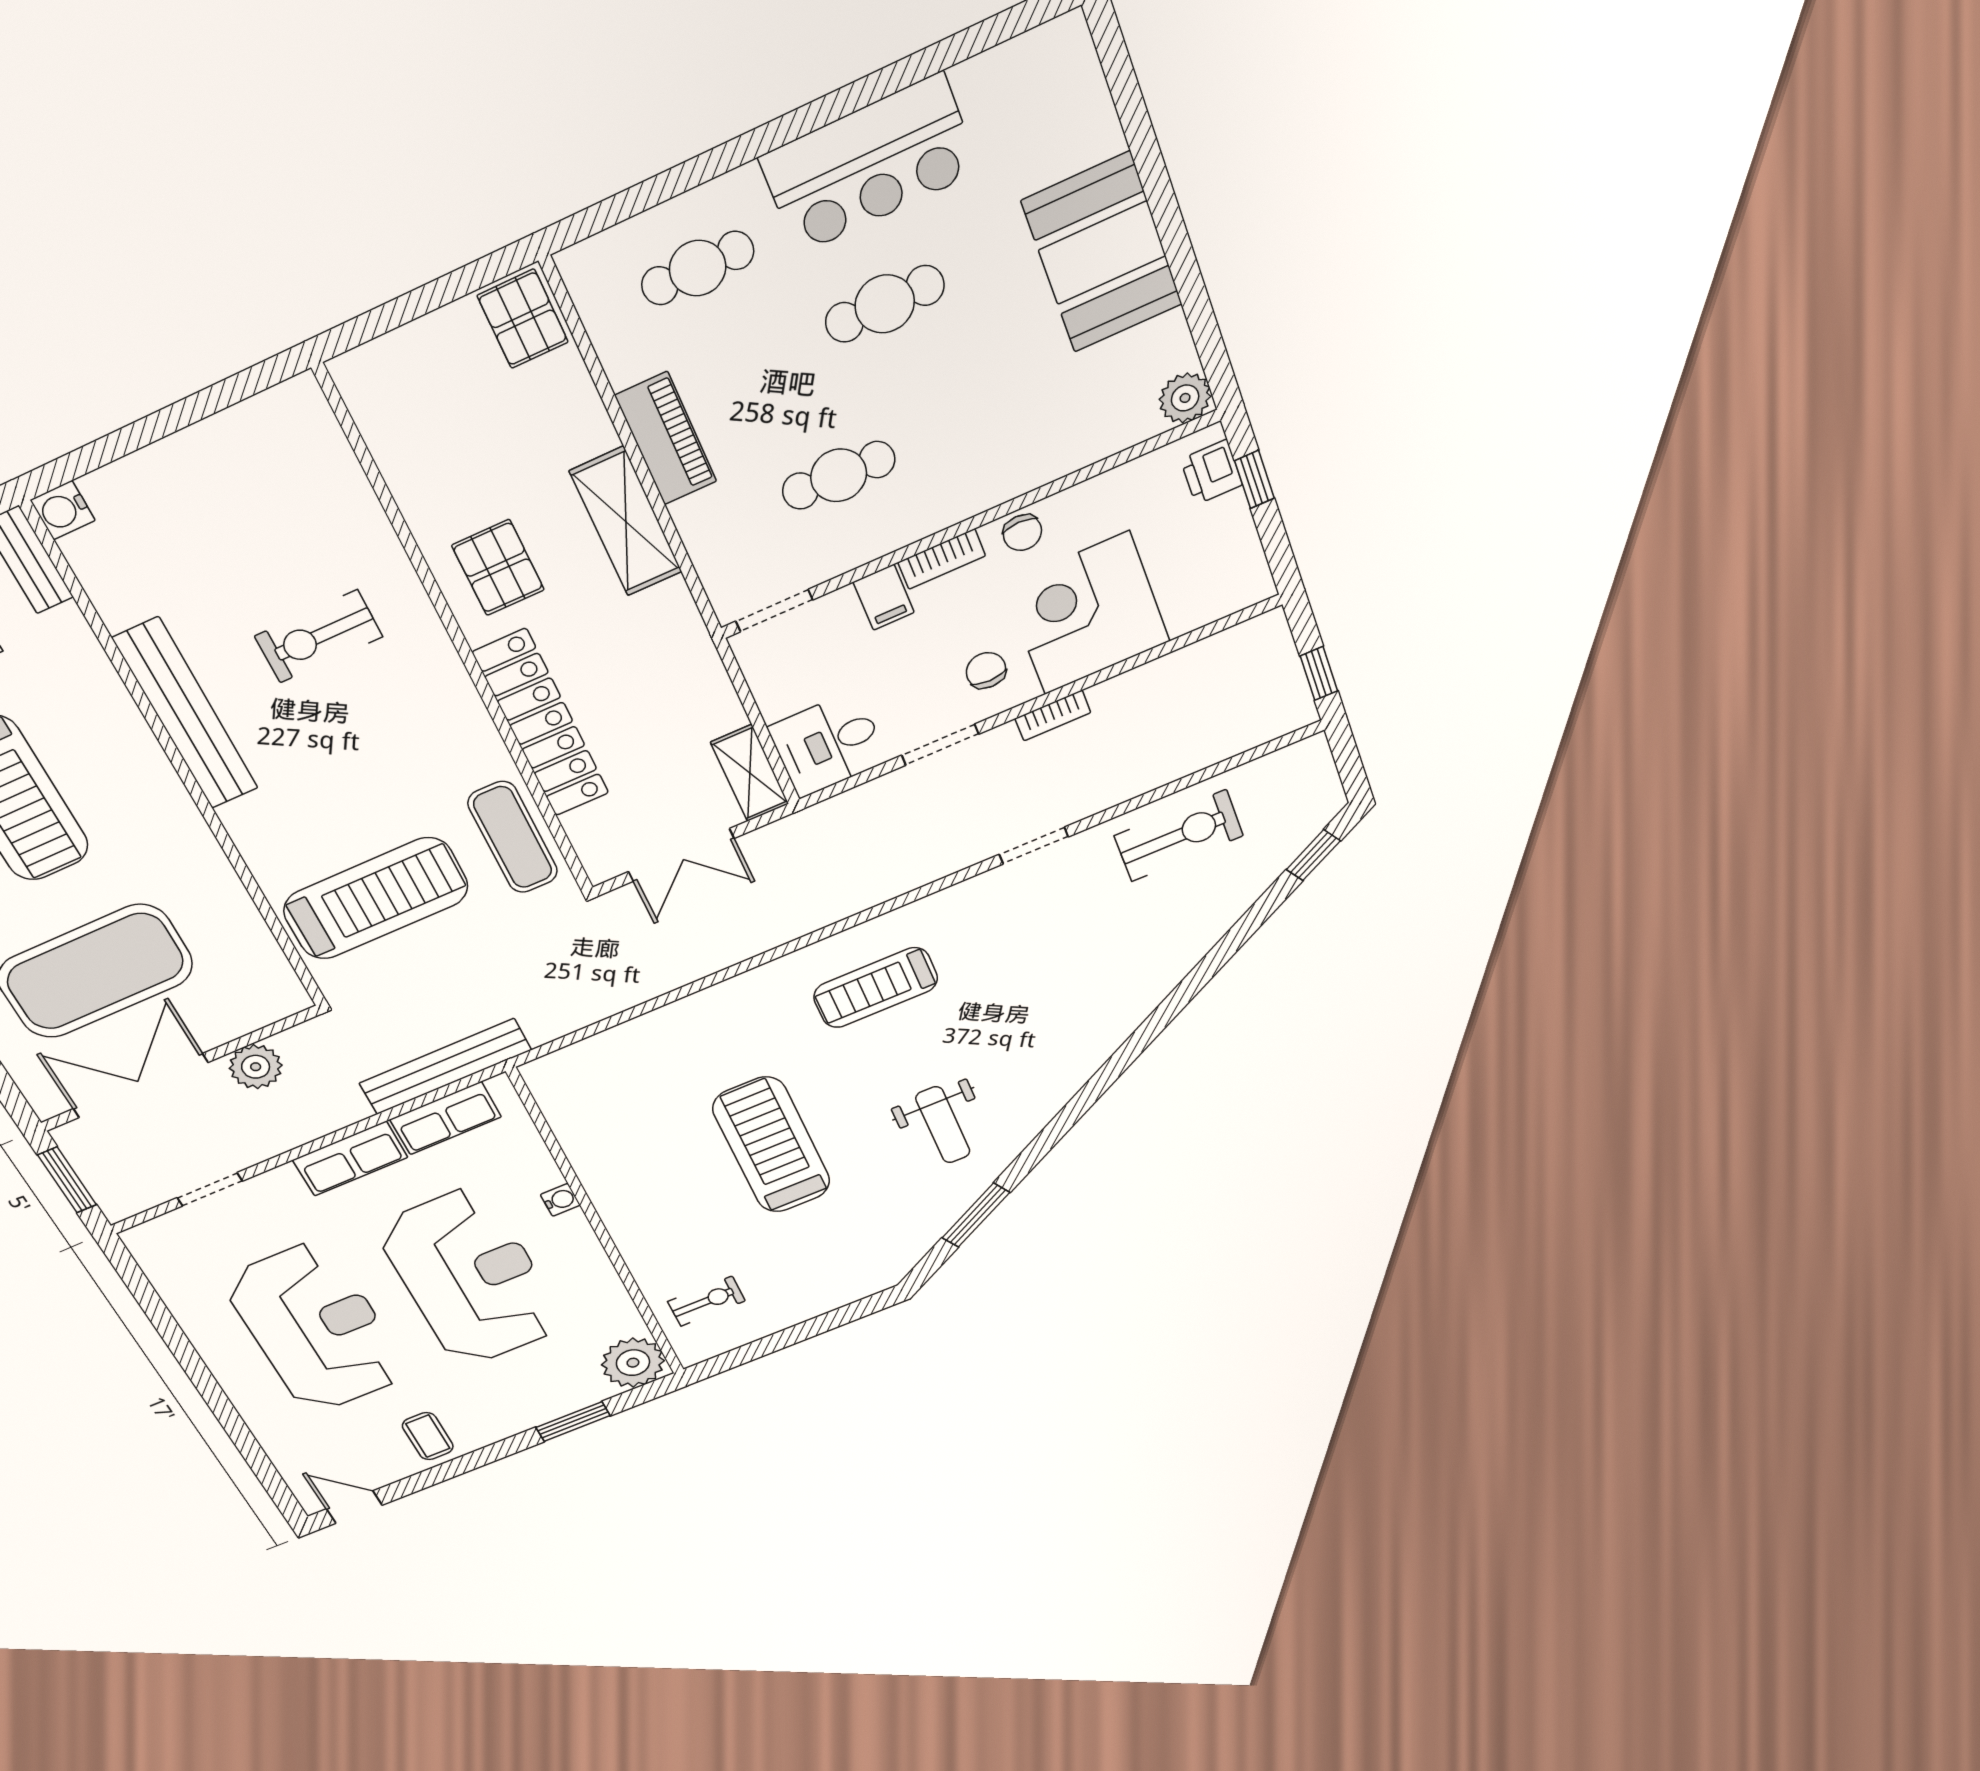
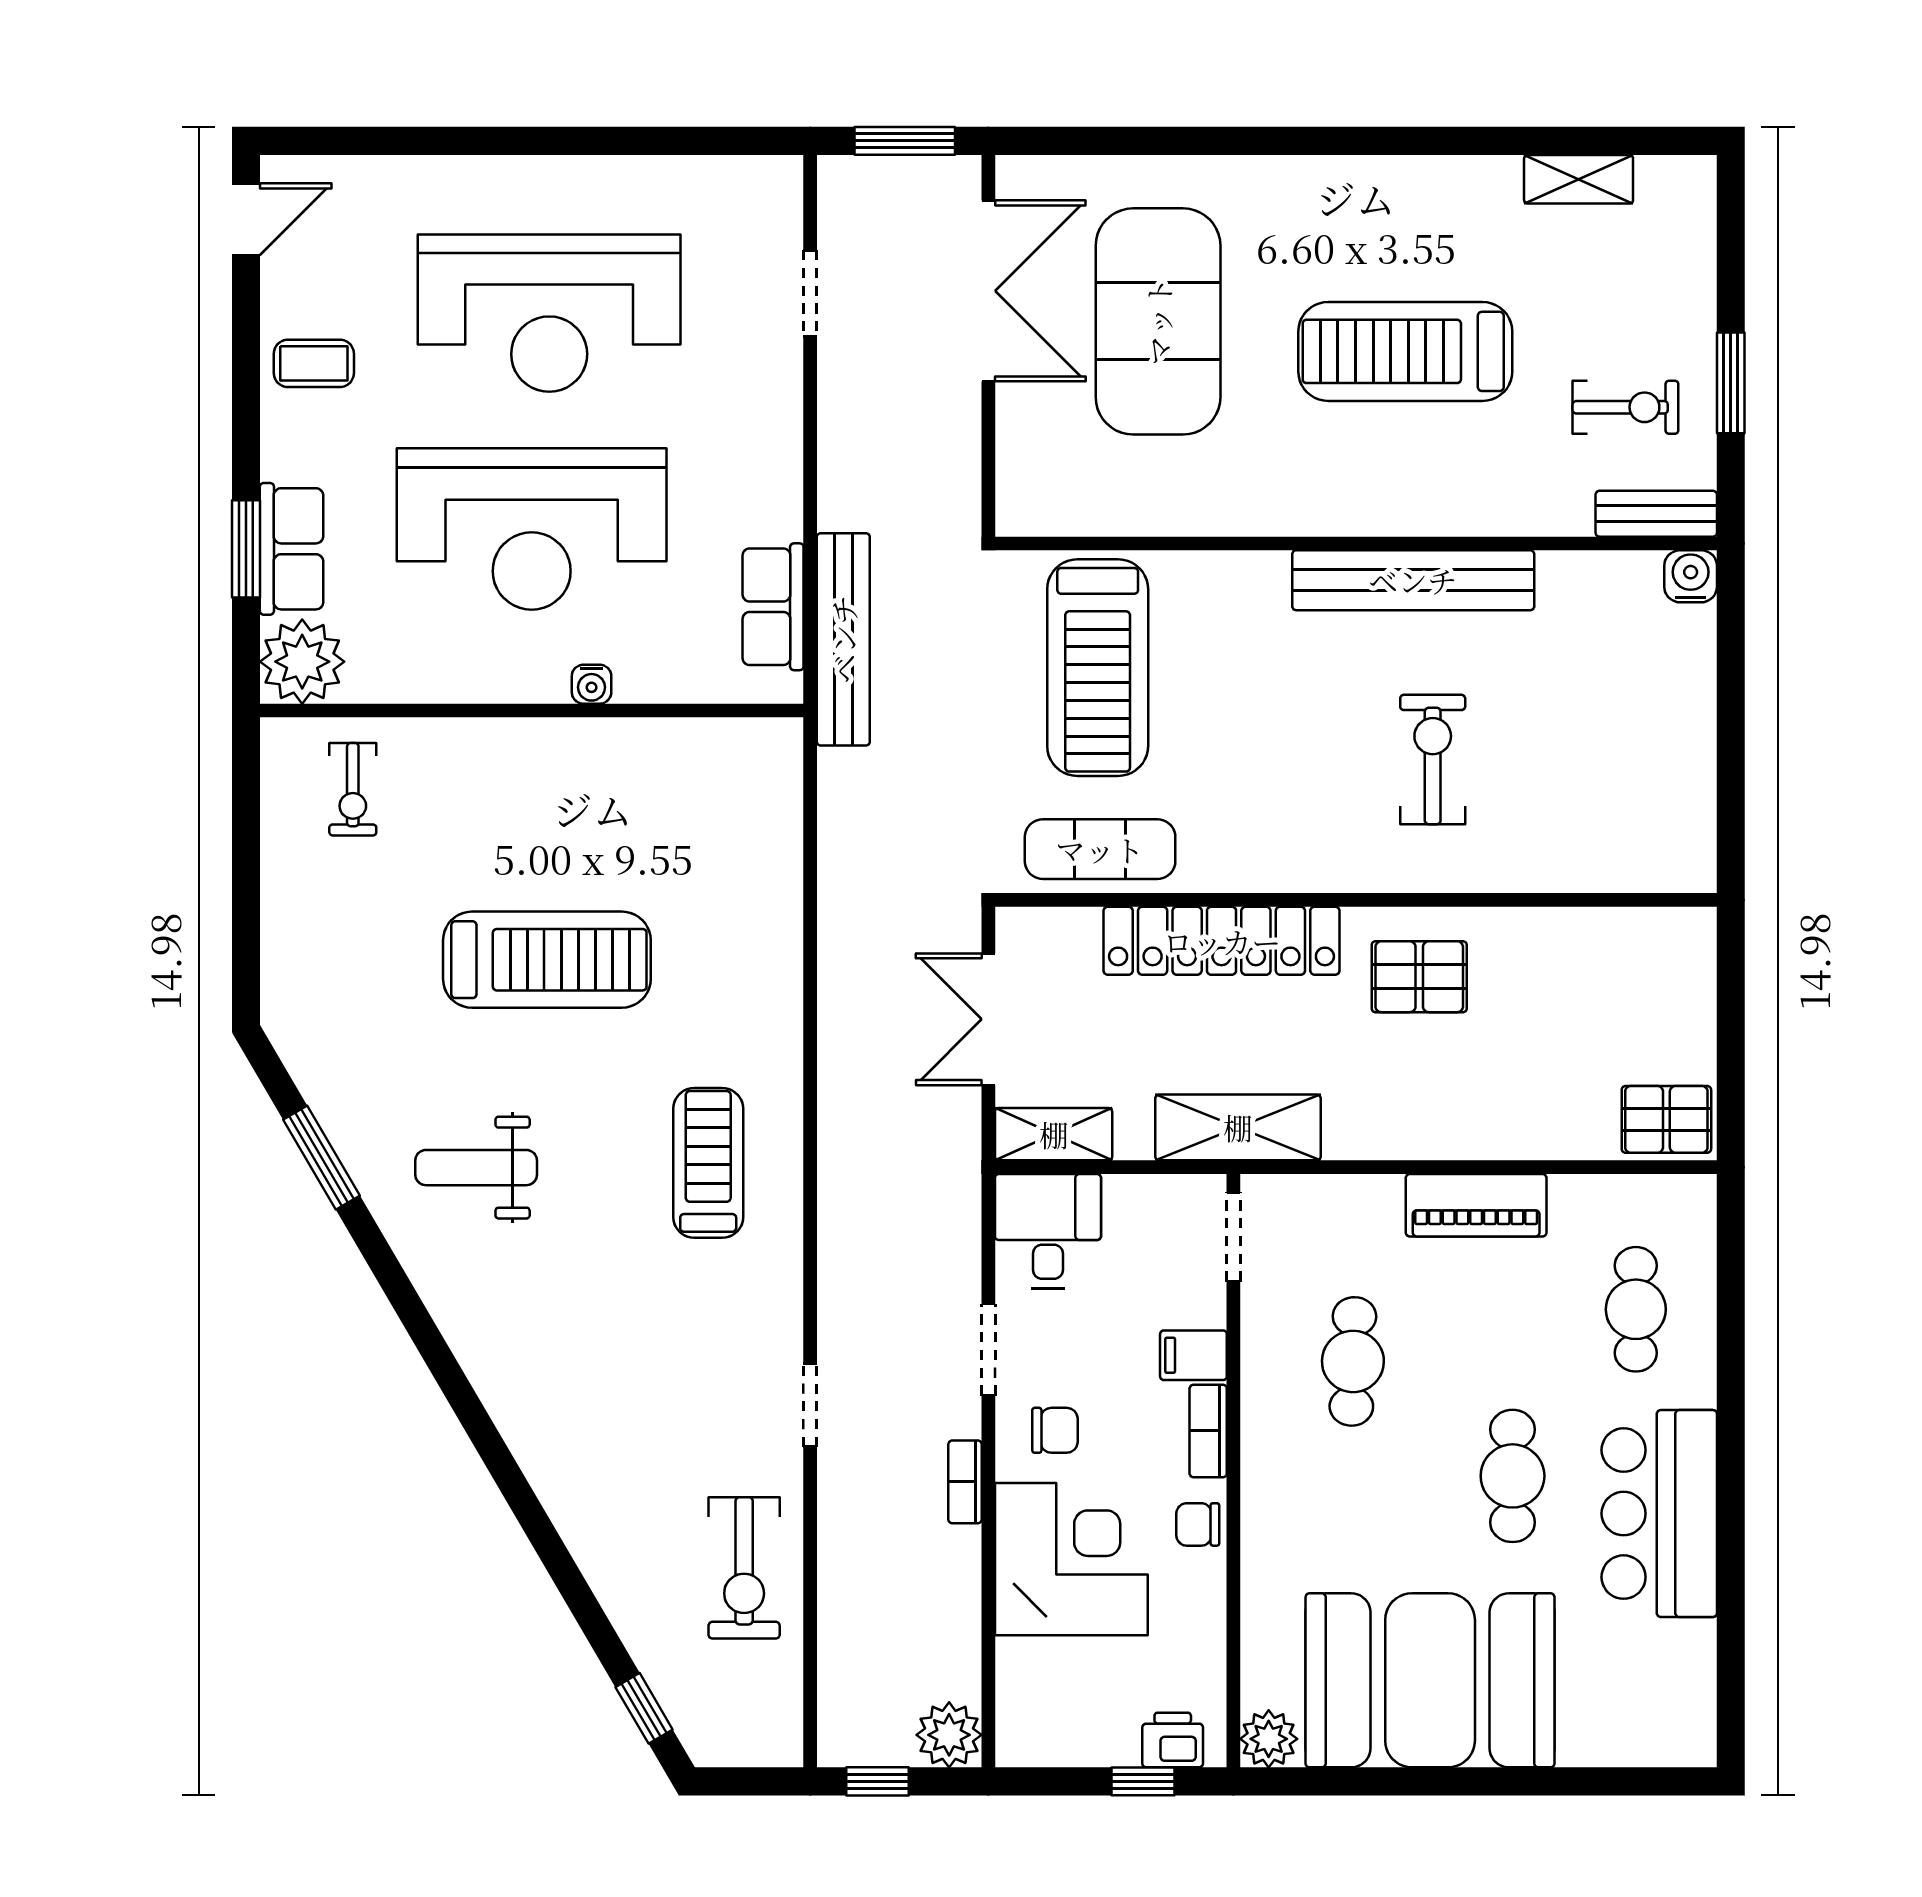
booth: (1102, 253) -> (1430, 1680), width x1.36, depth x1.42
shelving: (626, 522) -> (1238, 1127), moved
plant: (256, 1067) -> (949, 1735), moved
row of seats: (350, 1159) -> (292, 549), moved, turned 180

